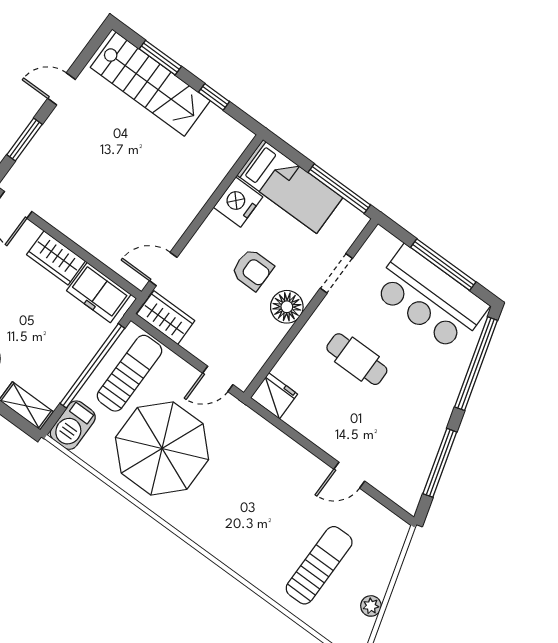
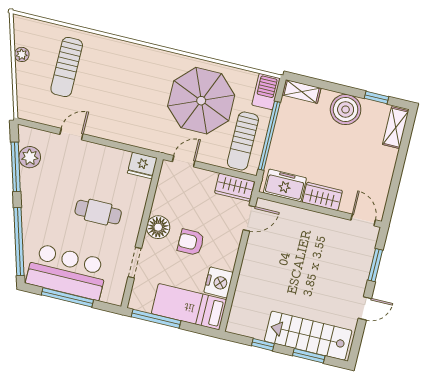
plant: (416, 468) -> (30, 157), added

